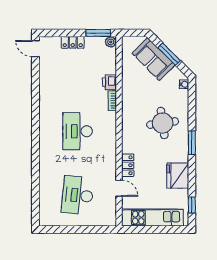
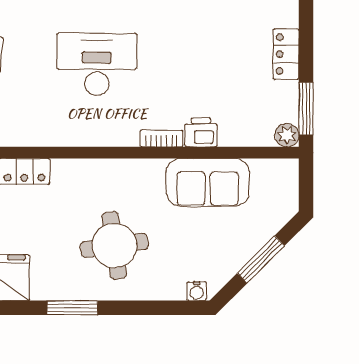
sofa: (153, 59) -> (208, 182), moved, turned -135

